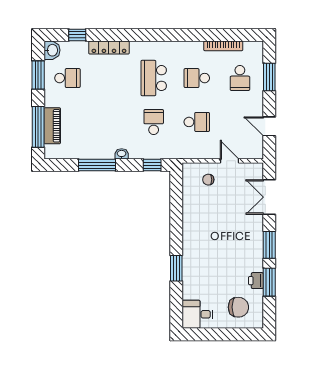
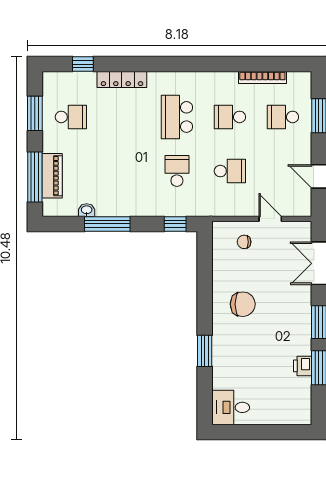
washbasin: (52, 50) -> (52, 83), removed
school desk: (240, 78) -> (283, 117), turned 90
washbasin: (122, 154) -> (87, 210), moved
chair: (238, 307) -> (243, 304), moved

